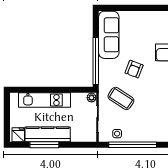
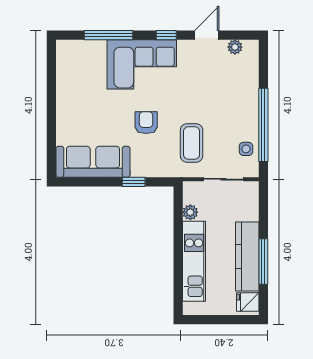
window: (96, 61) -> (134, 182), width x0.32
armchair: (134, 69) -> (146, 123), turned -111
plant: (92, 98) -> (190, 212), moved
coffee table: (121, 98) -> (192, 143), turned -33

